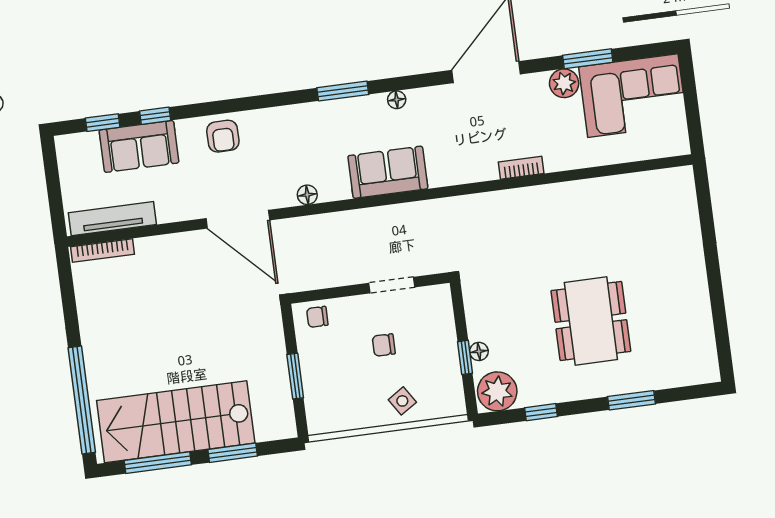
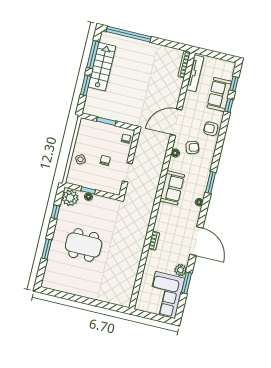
armchair: (280, 161) -> (192, 147), added
stairs: (176, 422) -> (102, 67), width x0.73, depth x0.66

